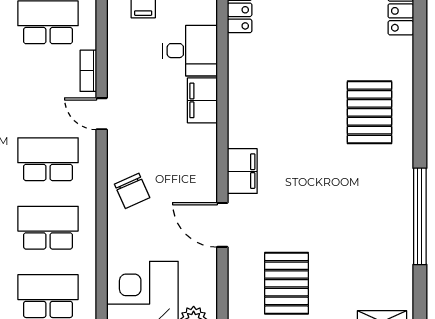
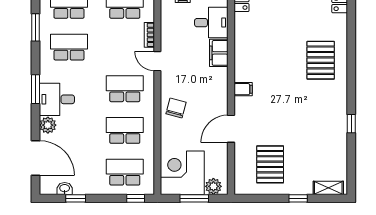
filing cabinet: (242, 171) -> (243, 89), width x0.50
chair: (132, 191) -> (176, 108), turned -141
window: (420, 216) -> (351, 124), width x0.32
door: (222, 225) -> (231, 129), hinge flipped

